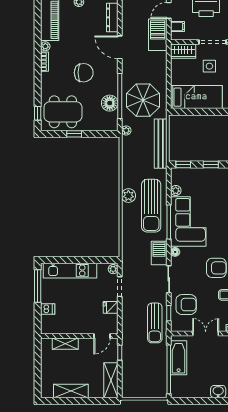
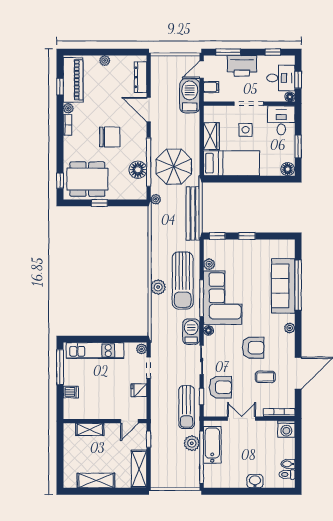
window: (38, 26) -> (60, 87), added
wardrobe: (183, 51) -> (211, 136), moved, turned -90
plant: (128, 196) -> (158, 287), moved
plant: (160, 356) -> (192, 443), added

